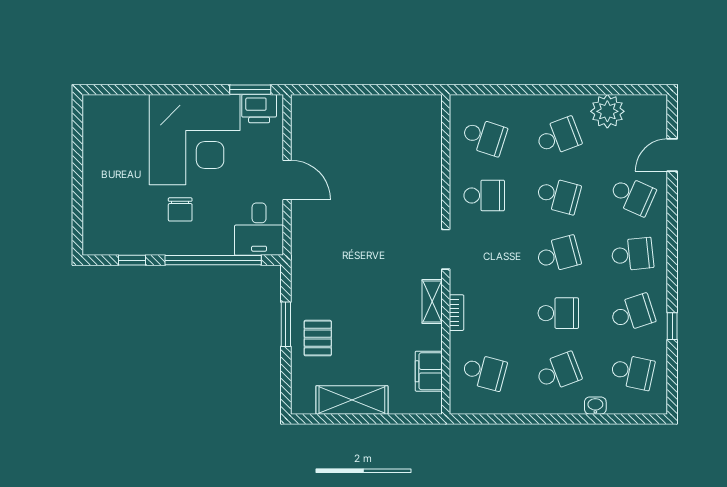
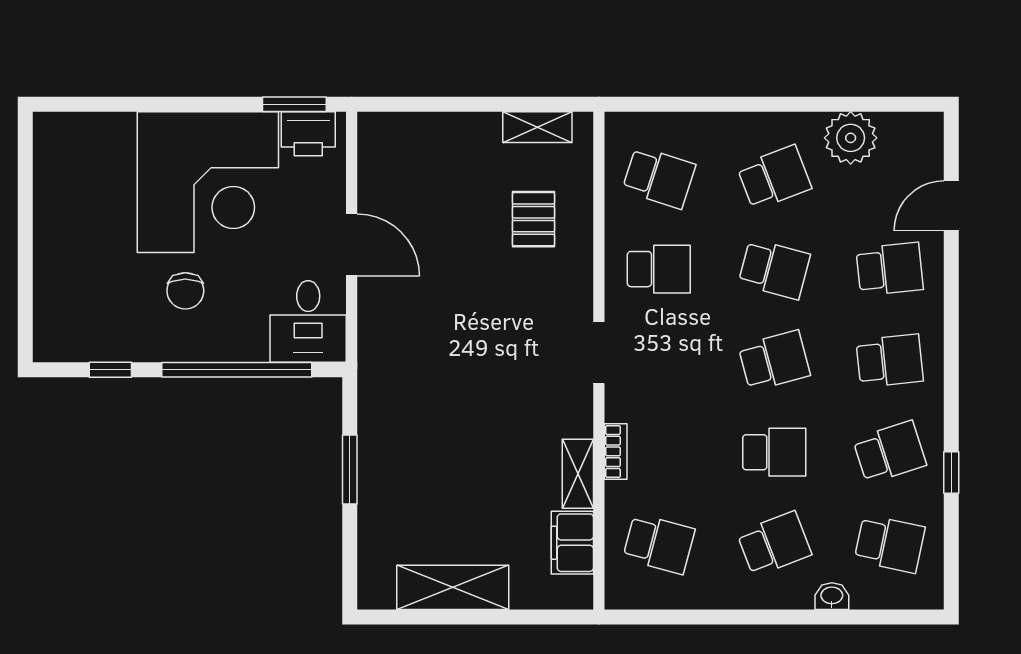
shelving: (406, 104) -> (537, 127), added
school desk: (632, 195) -> (890, 269), turned -30
shelving: (432, 301) -> (578, 474), moved
pallet: (318, 338) -> (533, 219), moved

